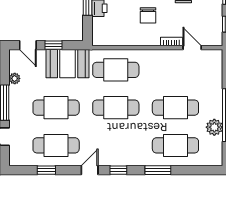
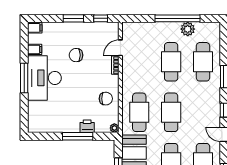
chair: (148, 15) -> (106, 99), moved
plant: (97, 40) -> (114, 128), added

